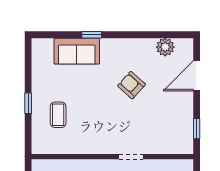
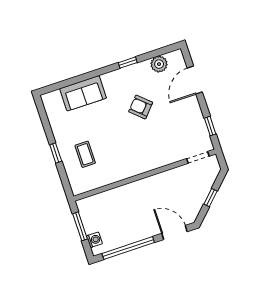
window: (92, 35) -> (128, 63), moved
doorway: (131, 157) -> (198, 157), moved

